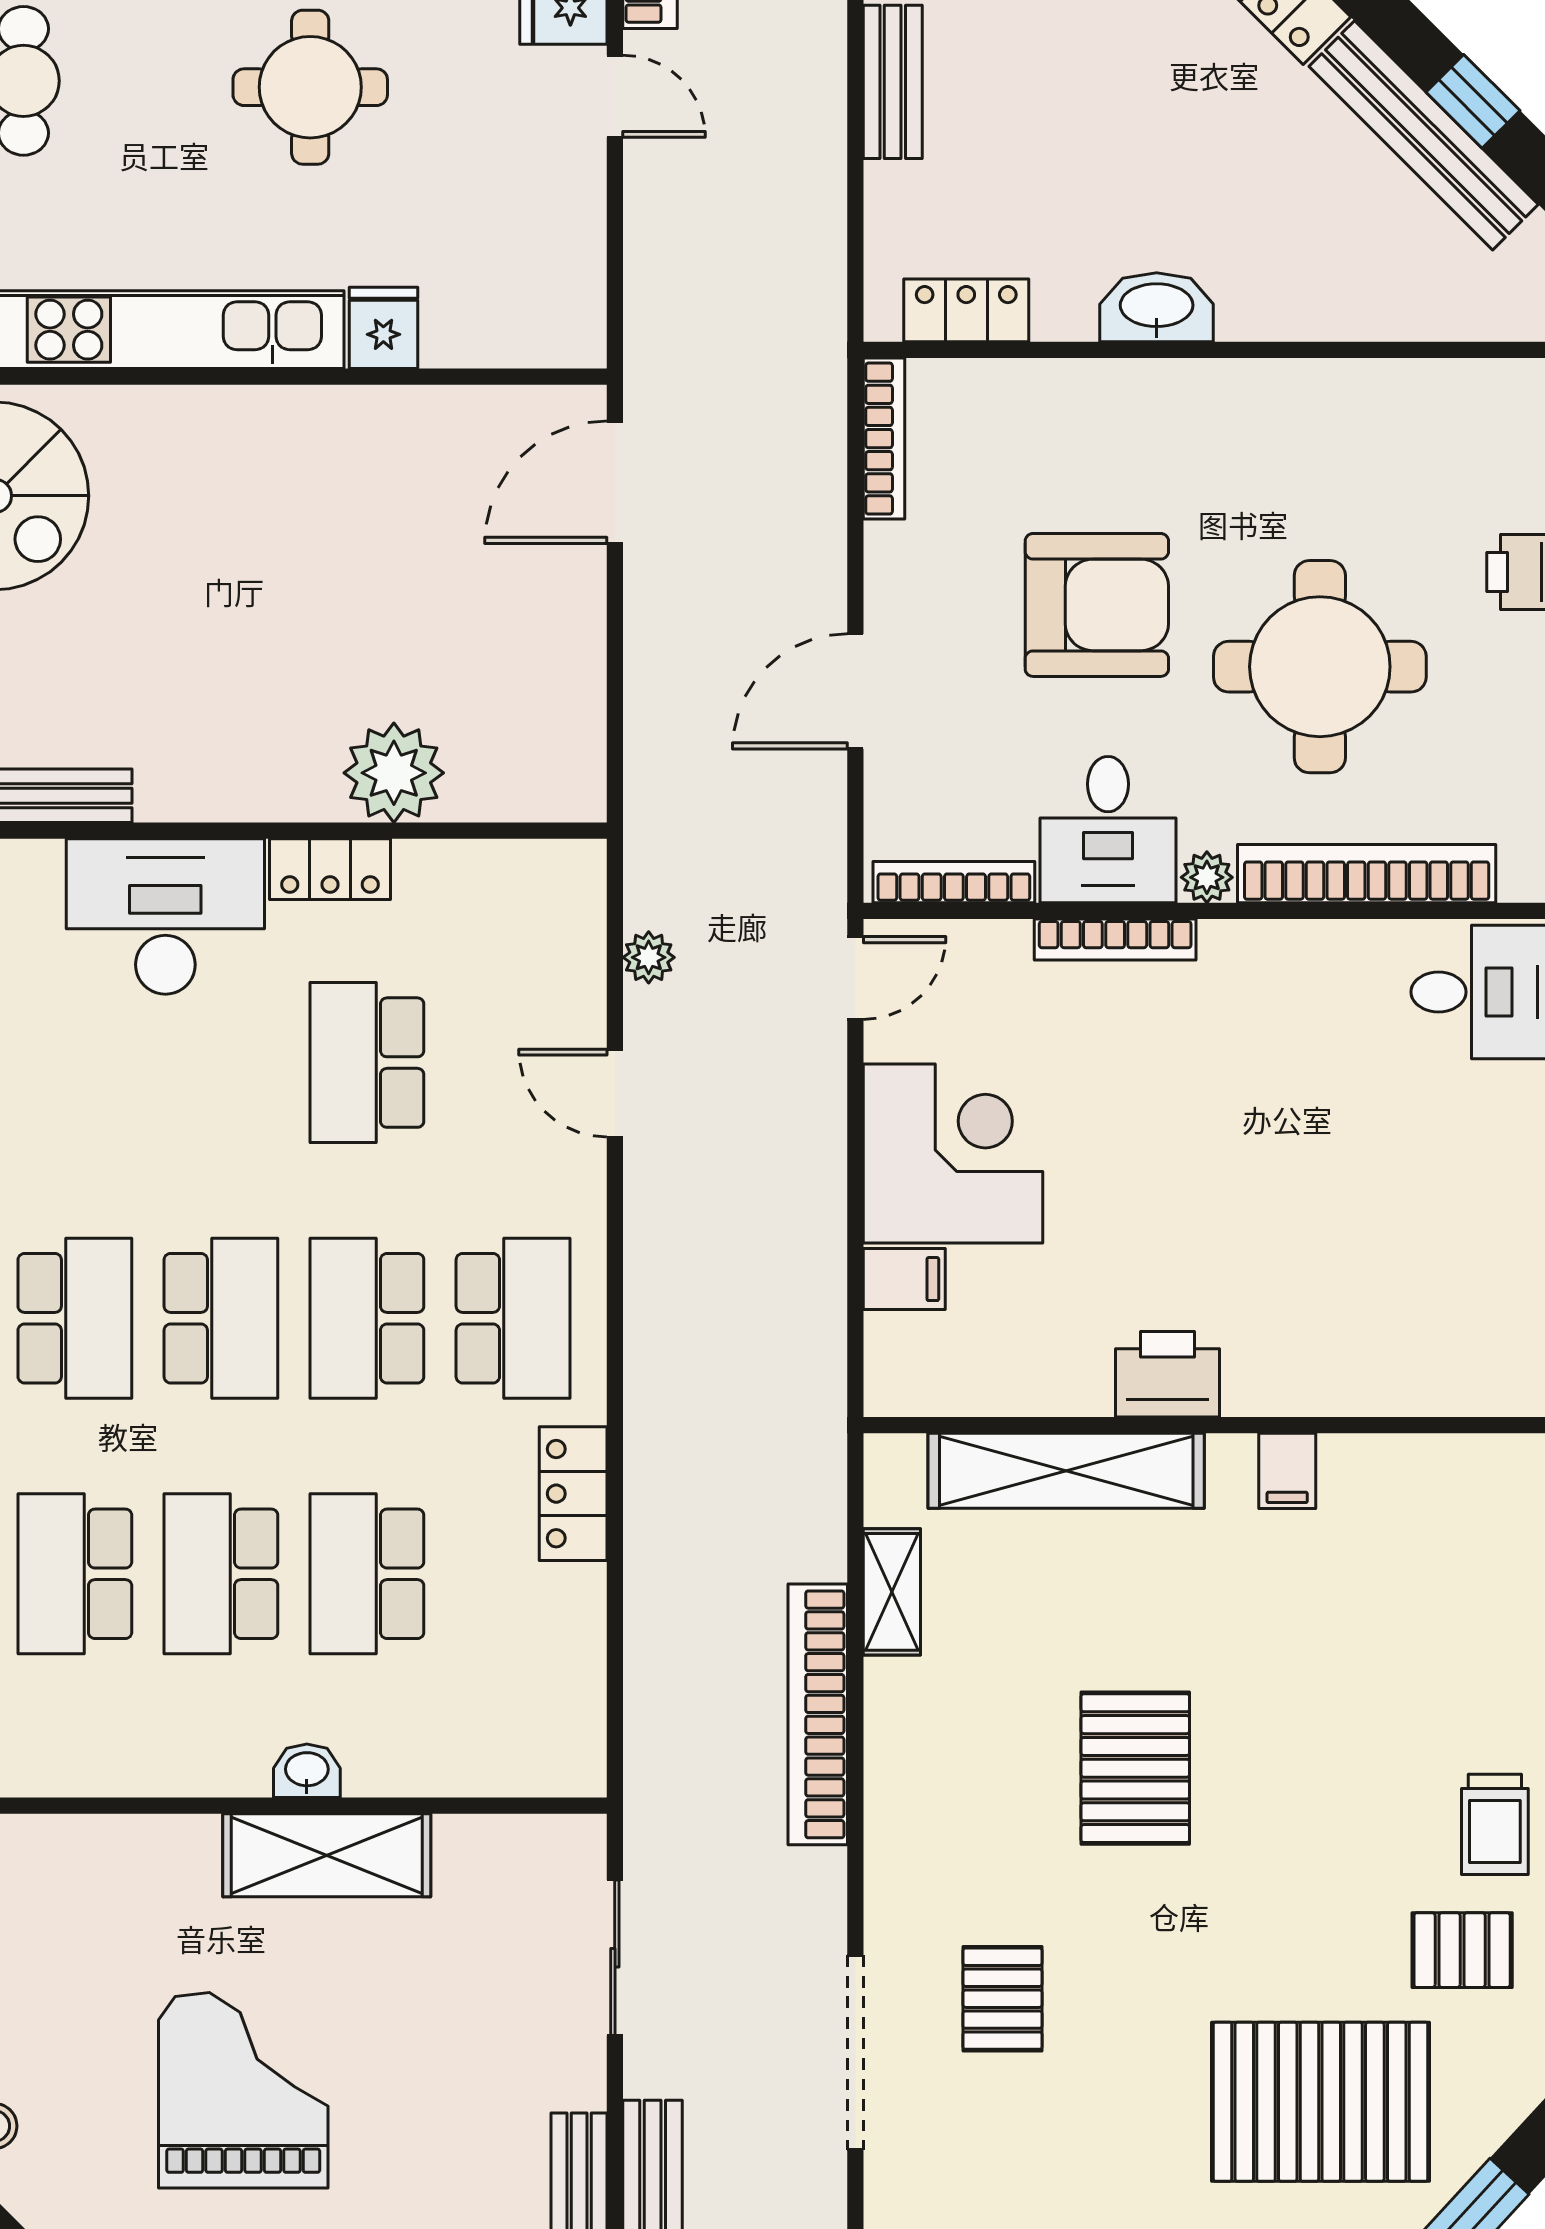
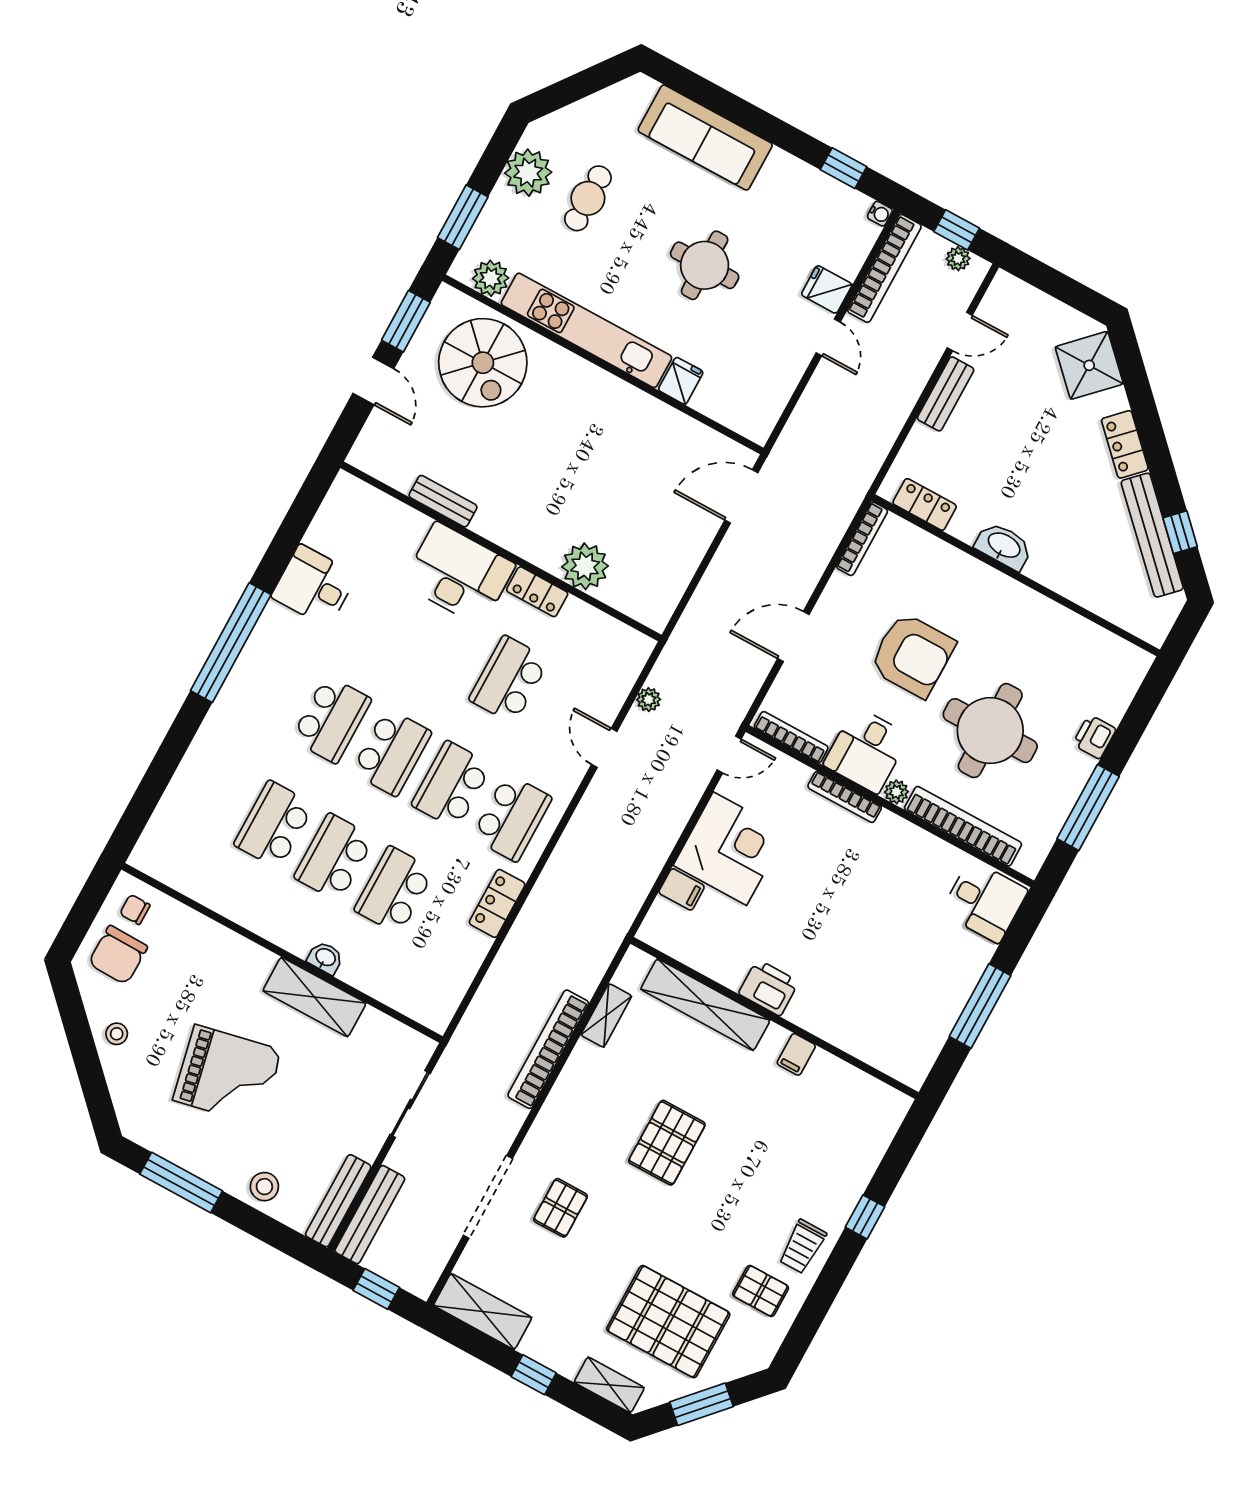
grand piano: (243, 2090) -> (227, 1075), turned 78

